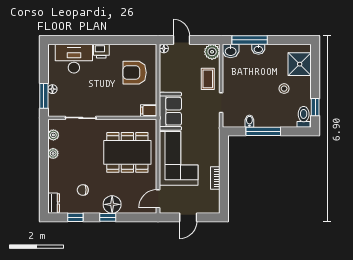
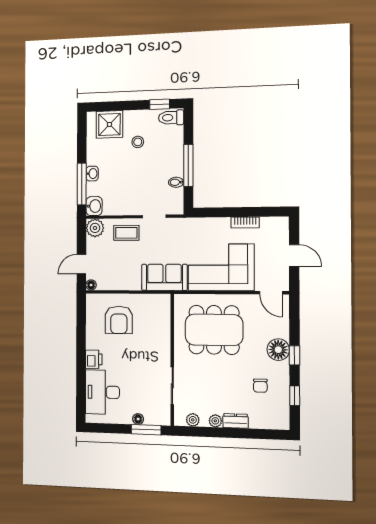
filing cabinet: (149, 111) -> (164, 303), removed
dining table: (127, 152) -> (214, 330), turned 90
dresser: (54, 203) -> (236, 421), moved

